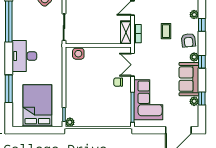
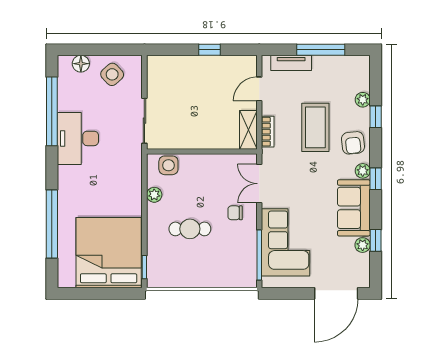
coffee table: (166, 31) -> (315, 127), width x1.86, depth x1.72
desk: (24, 56) -> (78, 138), moved
window: (9, 89) -> (52, 224), width x1.46
cafe table: (91, 92) -> (190, 229), added
bed: (37, 106) -> (109, 253), width x1.36
plant: (70, 122) -> (154, 195), moved

